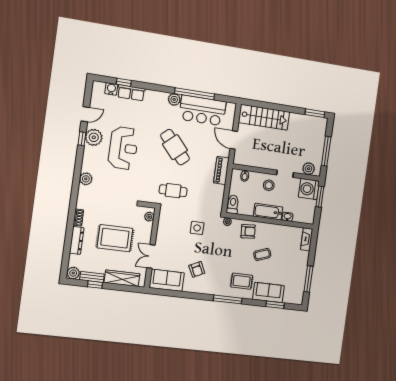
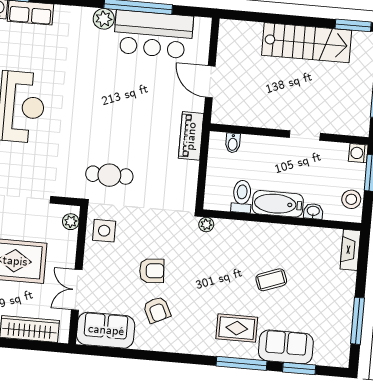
stairs: (264, 117) -> (307, 43), moved
cafe table: (175, 147) -> (109, 100), removed
plant: (309, 169) -> (347, 124), removed
stool: (269, 185) -> (351, 199), moved
washing machine: (309, 189) -> (358, 153), width x0.53, depth x0.53
toilet: (233, 204) -> (242, 196), moved
side table: (197, 228) -> (104, 231), moved
armchair: (248, 231) -> (152, 271), moved
window: (228, 299) -> (242, 363), moved

